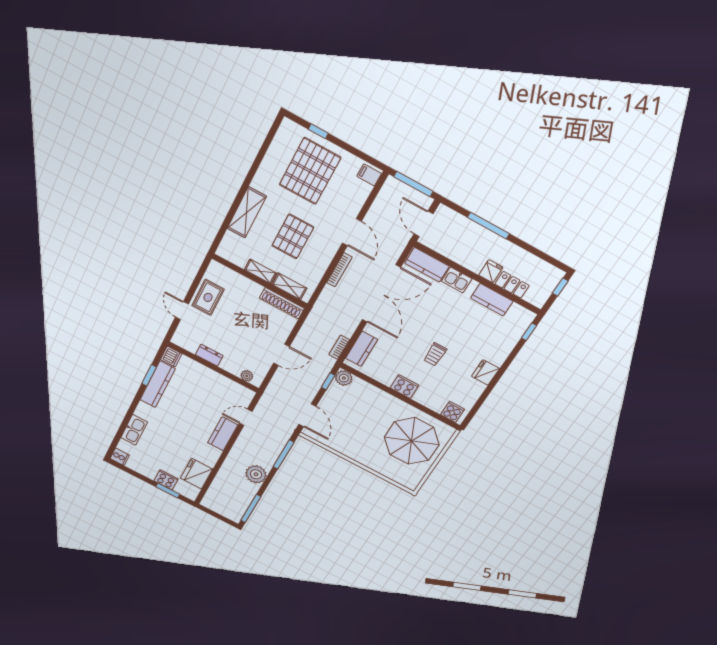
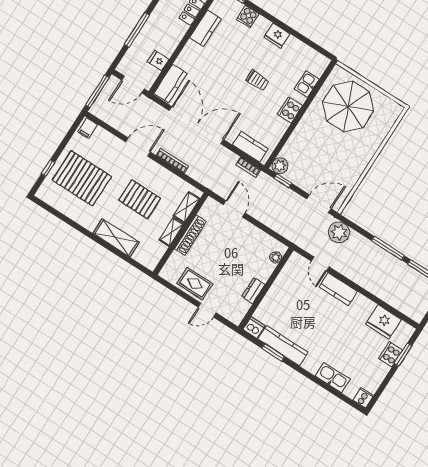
fridge: (491, 271) -> (158, 61), moved
kitchen sink: (457, 280) -> (307, 84), moved, turned 180
shoe rack: (282, 303) -> (190, 235), moved
door: (281, 355) -> (234, 209), moved
cooker: (453, 412) -> (248, 17), moved, turned -90
window: (284, 455) -> (388, 248), moved
plant: (256, 474) -> (339, 232), moved

